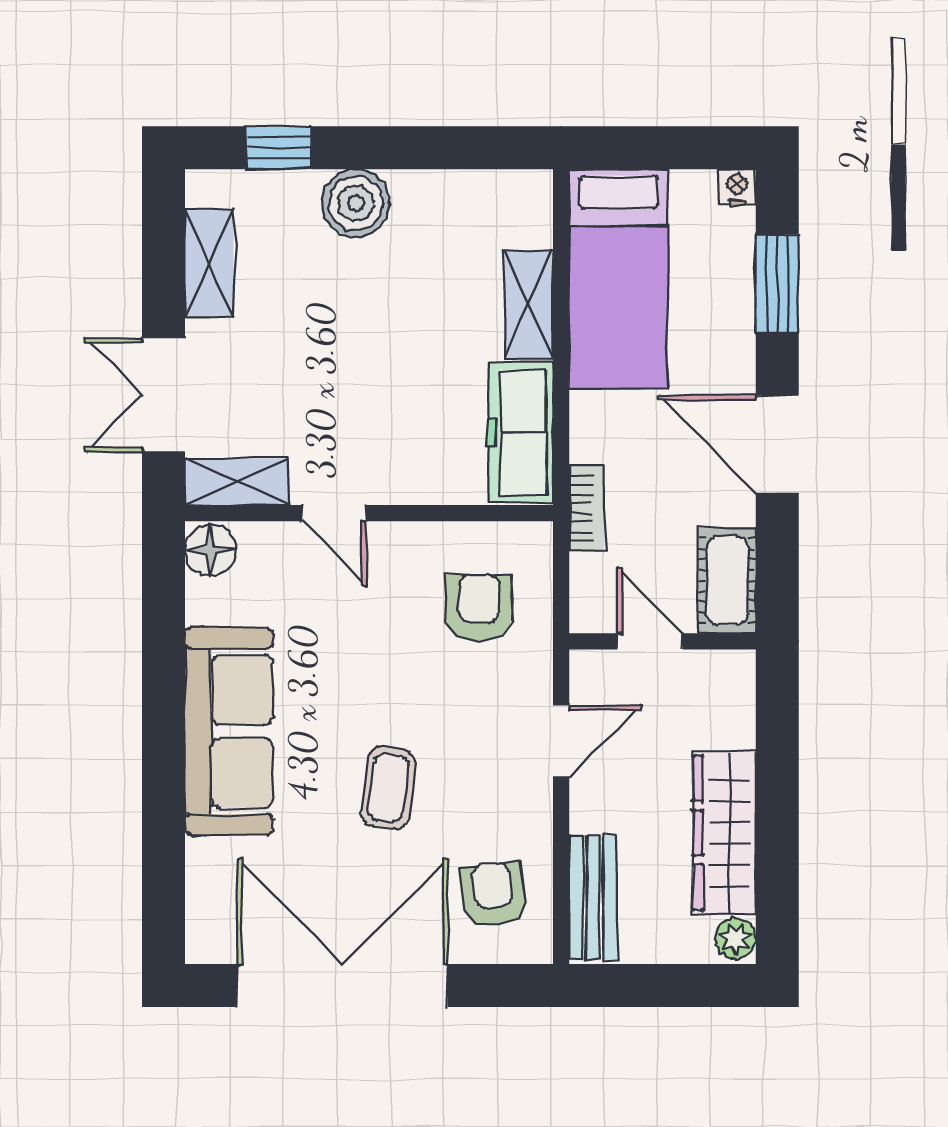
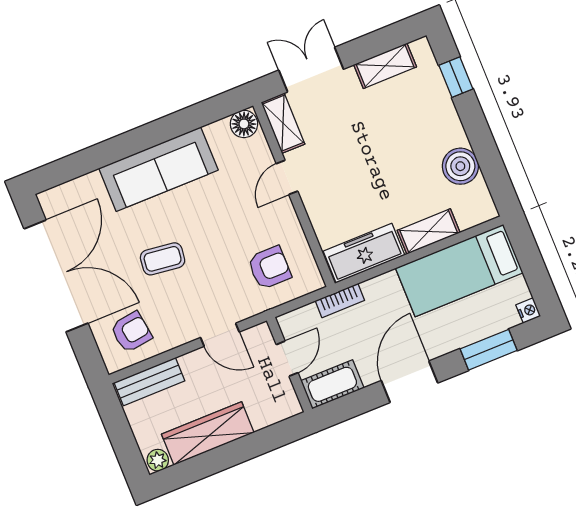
boiler: (356, 203) -> (460, 166), moved

